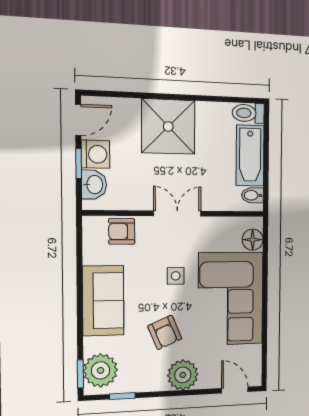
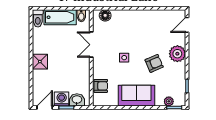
door: (78, 120) -> (45, 108), hinge flipped
shower: (168, 126) -> (40, 62), width x0.54, depth x0.54
double door: (177, 213) -> (91, 45), moved
armchair: (122, 231) -> (101, 86), turned -90
corner sofa: (231, 299) -> (137, 27), removed
plant: (101, 370) -> (169, 101), width x0.53, depth x0.53

